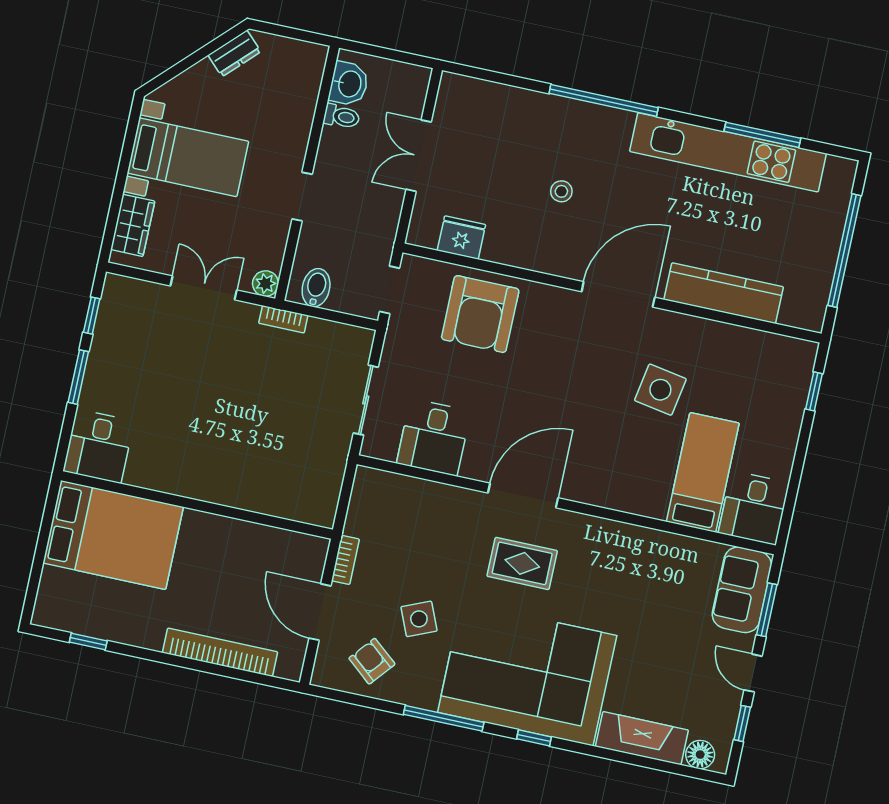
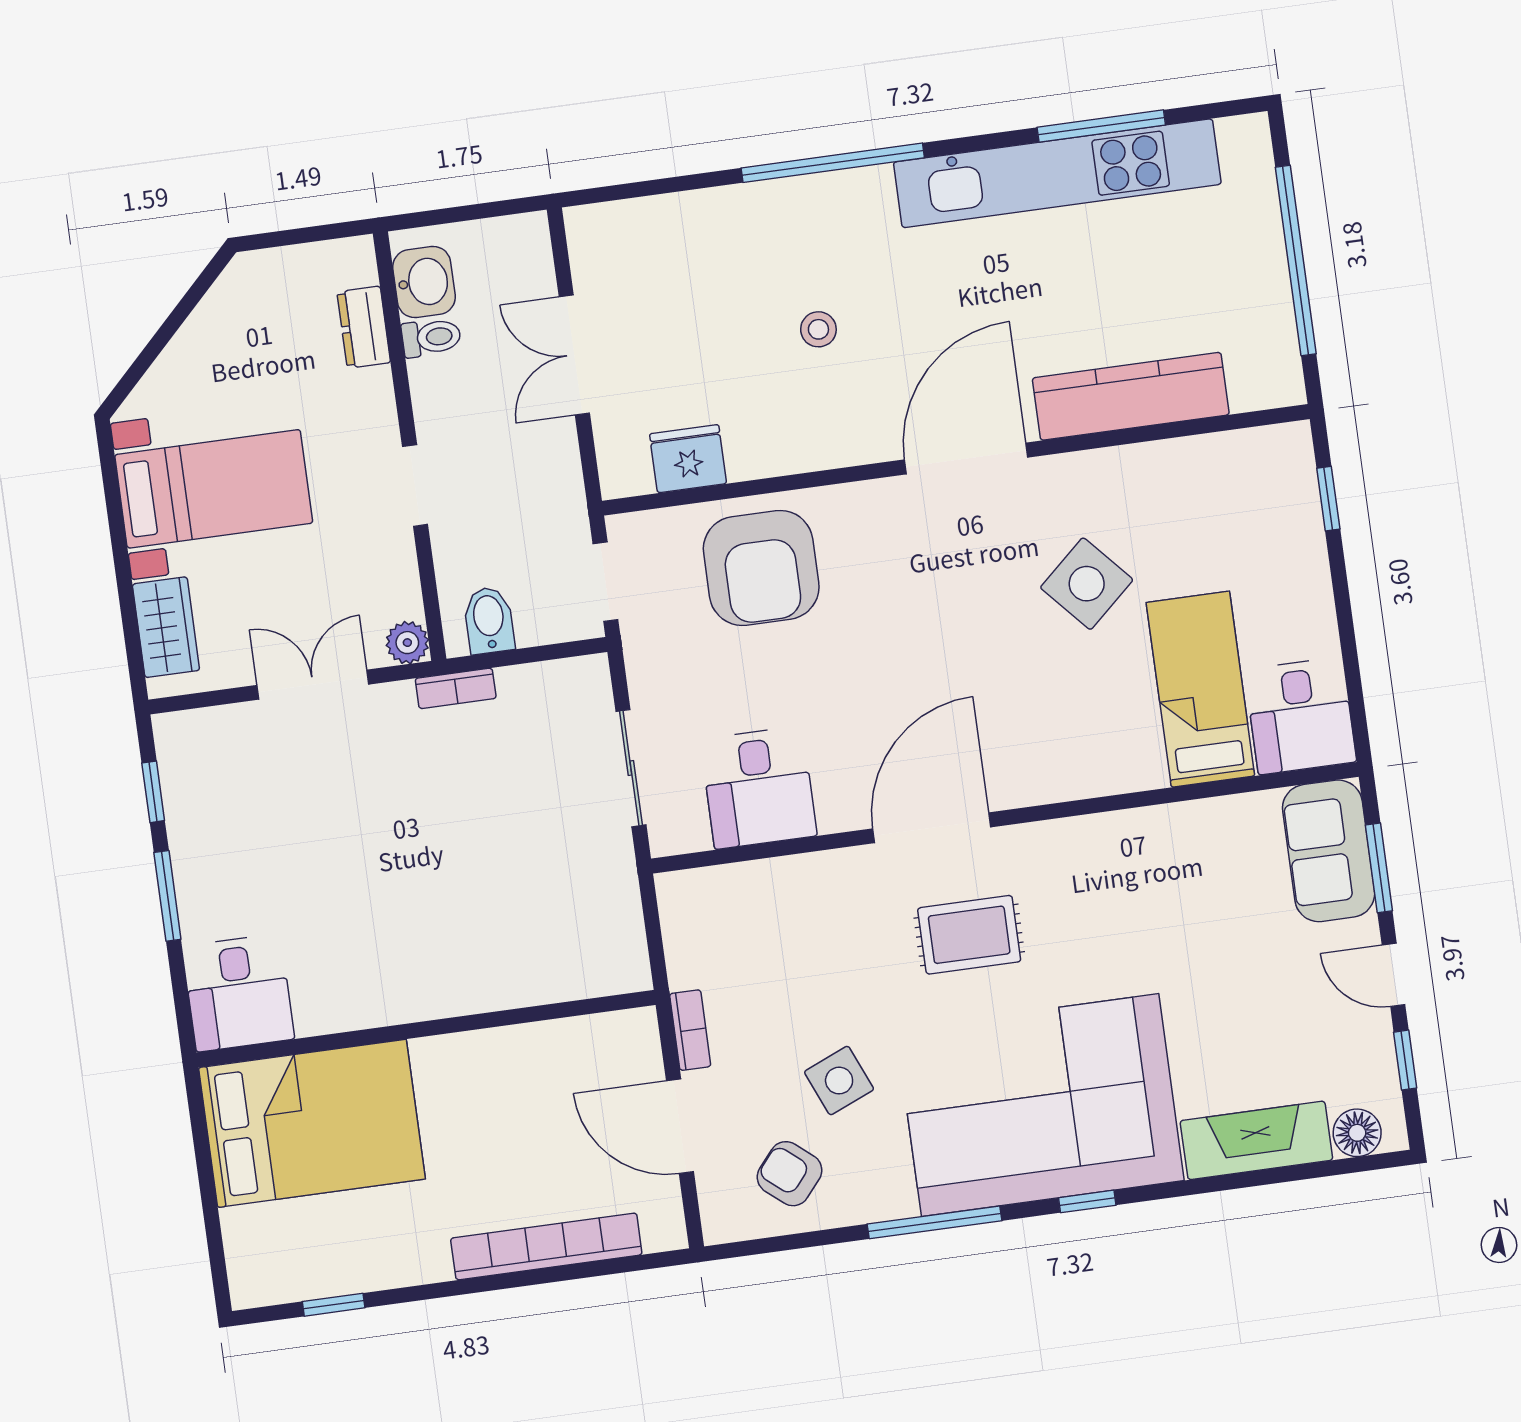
dresser: (234, 53) -> (364, 327), moved, turned 135
side table: (660, 390) -> (1087, 584), turned 38

